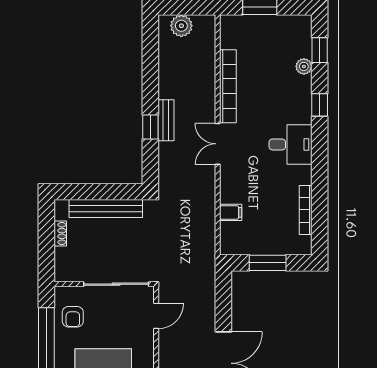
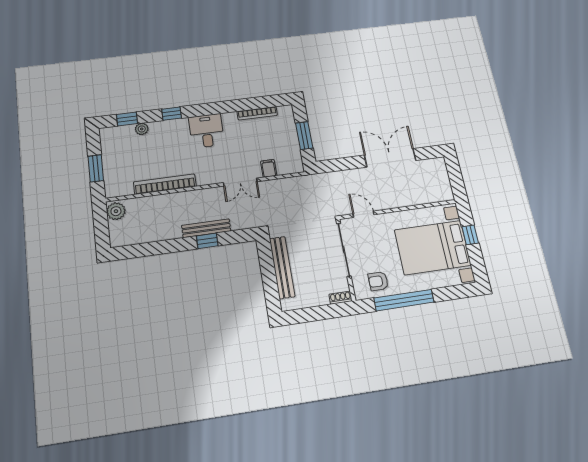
plant: (181, 26) -> (116, 211), moved
bench: (166, 120) -> (206, 228), width x1.36
double door: (218, 144) -> (240, 182), moved
shoe rack: (60, 233) -> (341, 298), moved
armchair: (73, 317) -> (378, 281), turned 180

